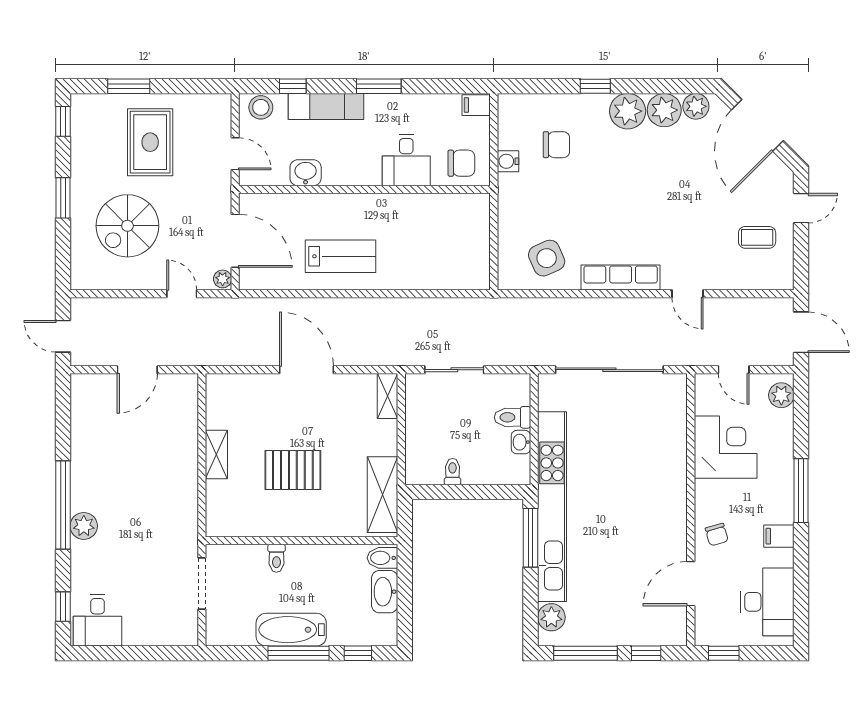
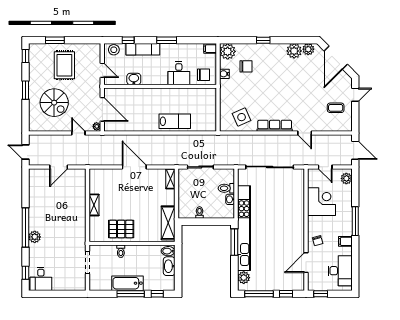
plant: (628, 111) -> (228, 51), moved
spiral stairs: (127, 226) -> (54, 103), turned -90
lab bench: (340, 256) -> (175, 121), moved
pallet: (293, 470) -> (121, 229), moved

